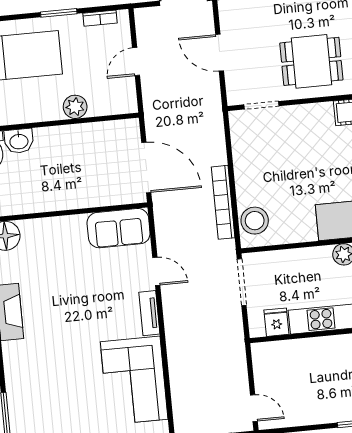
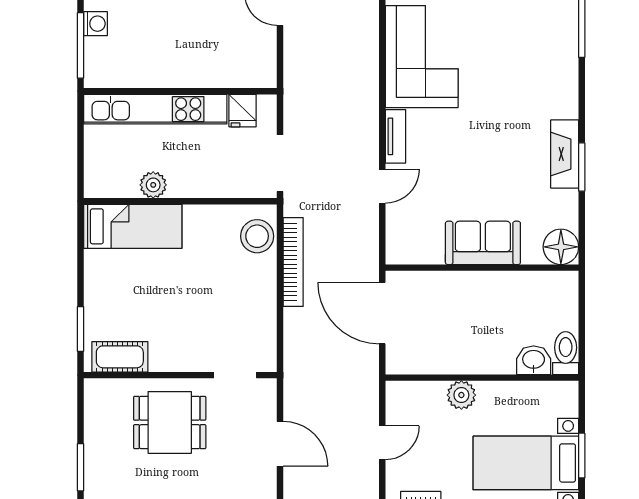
sofa: (119, 228) -> (483, 243), moved
door: (156, 271) -> (382, 186), swing flipped

